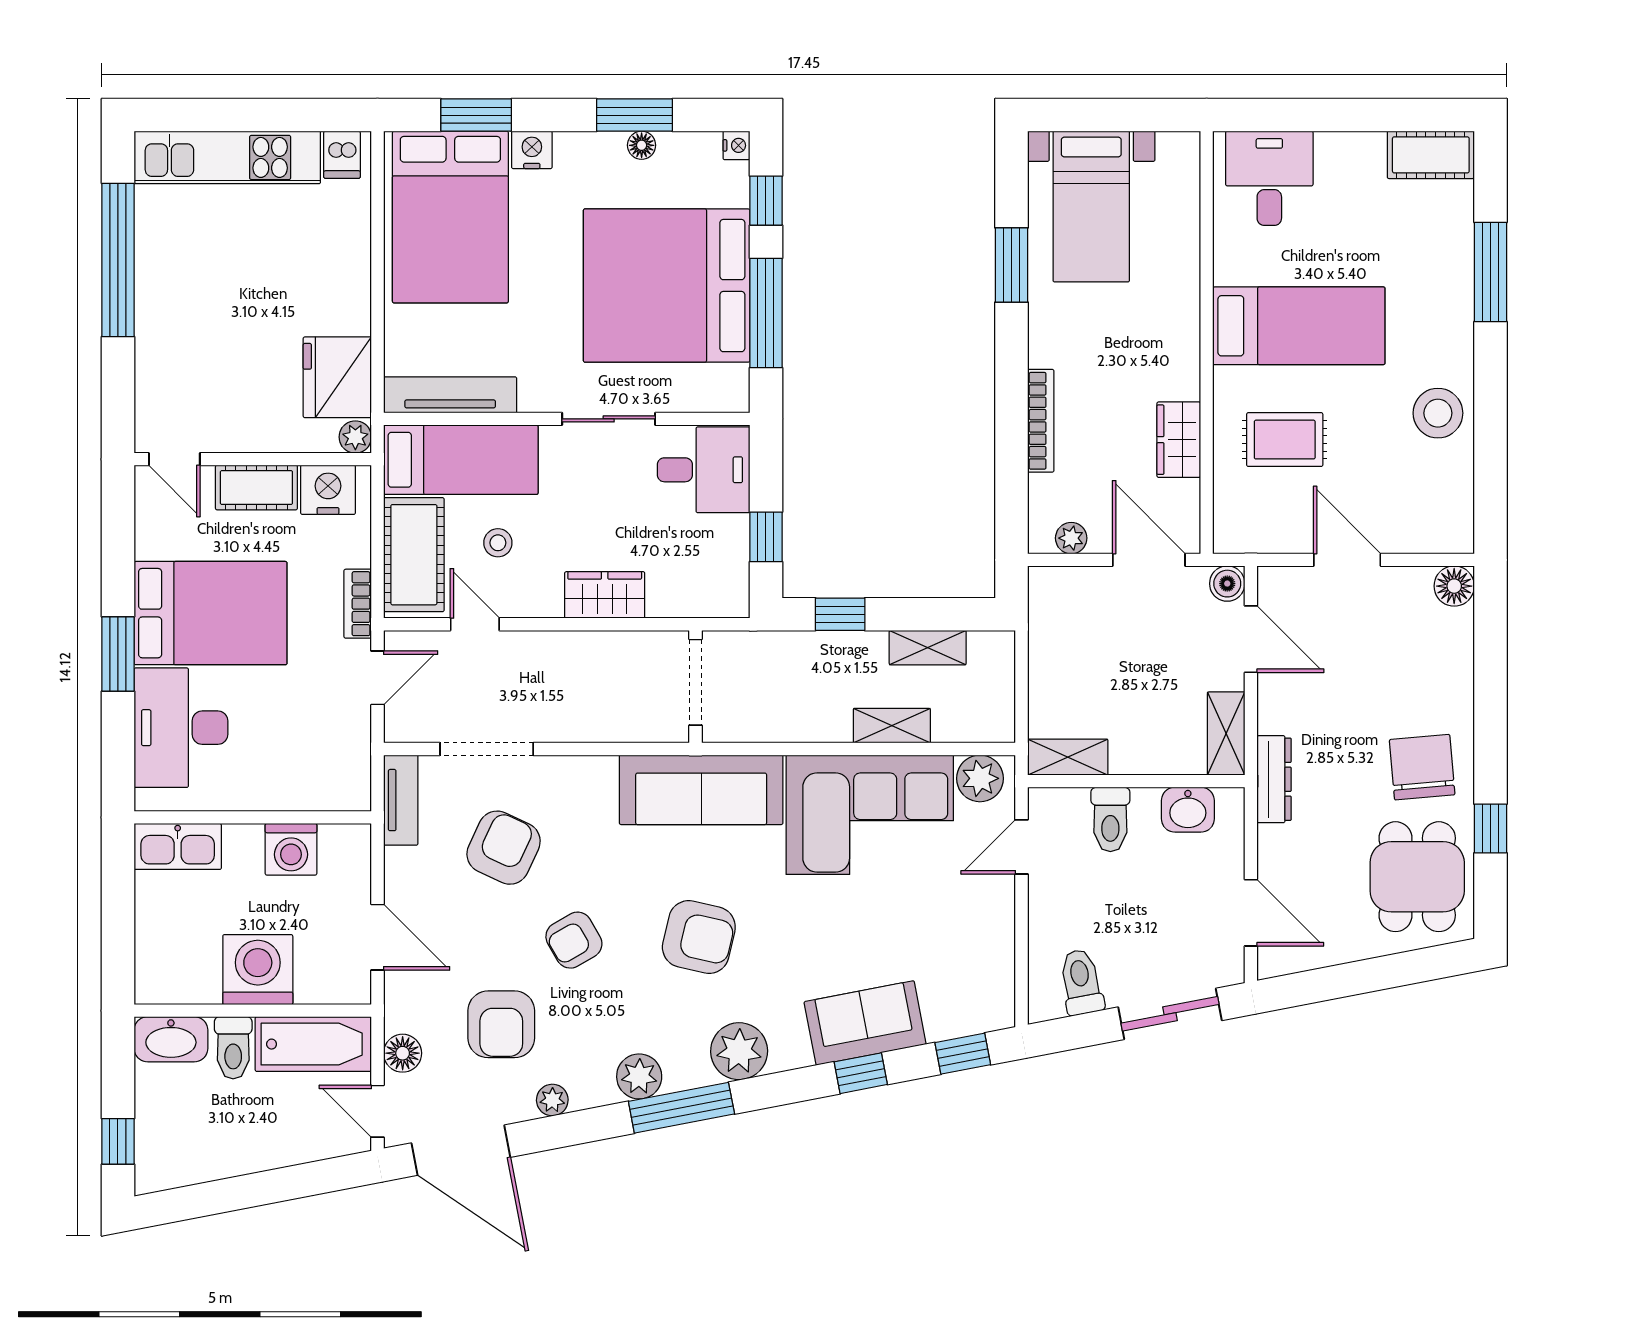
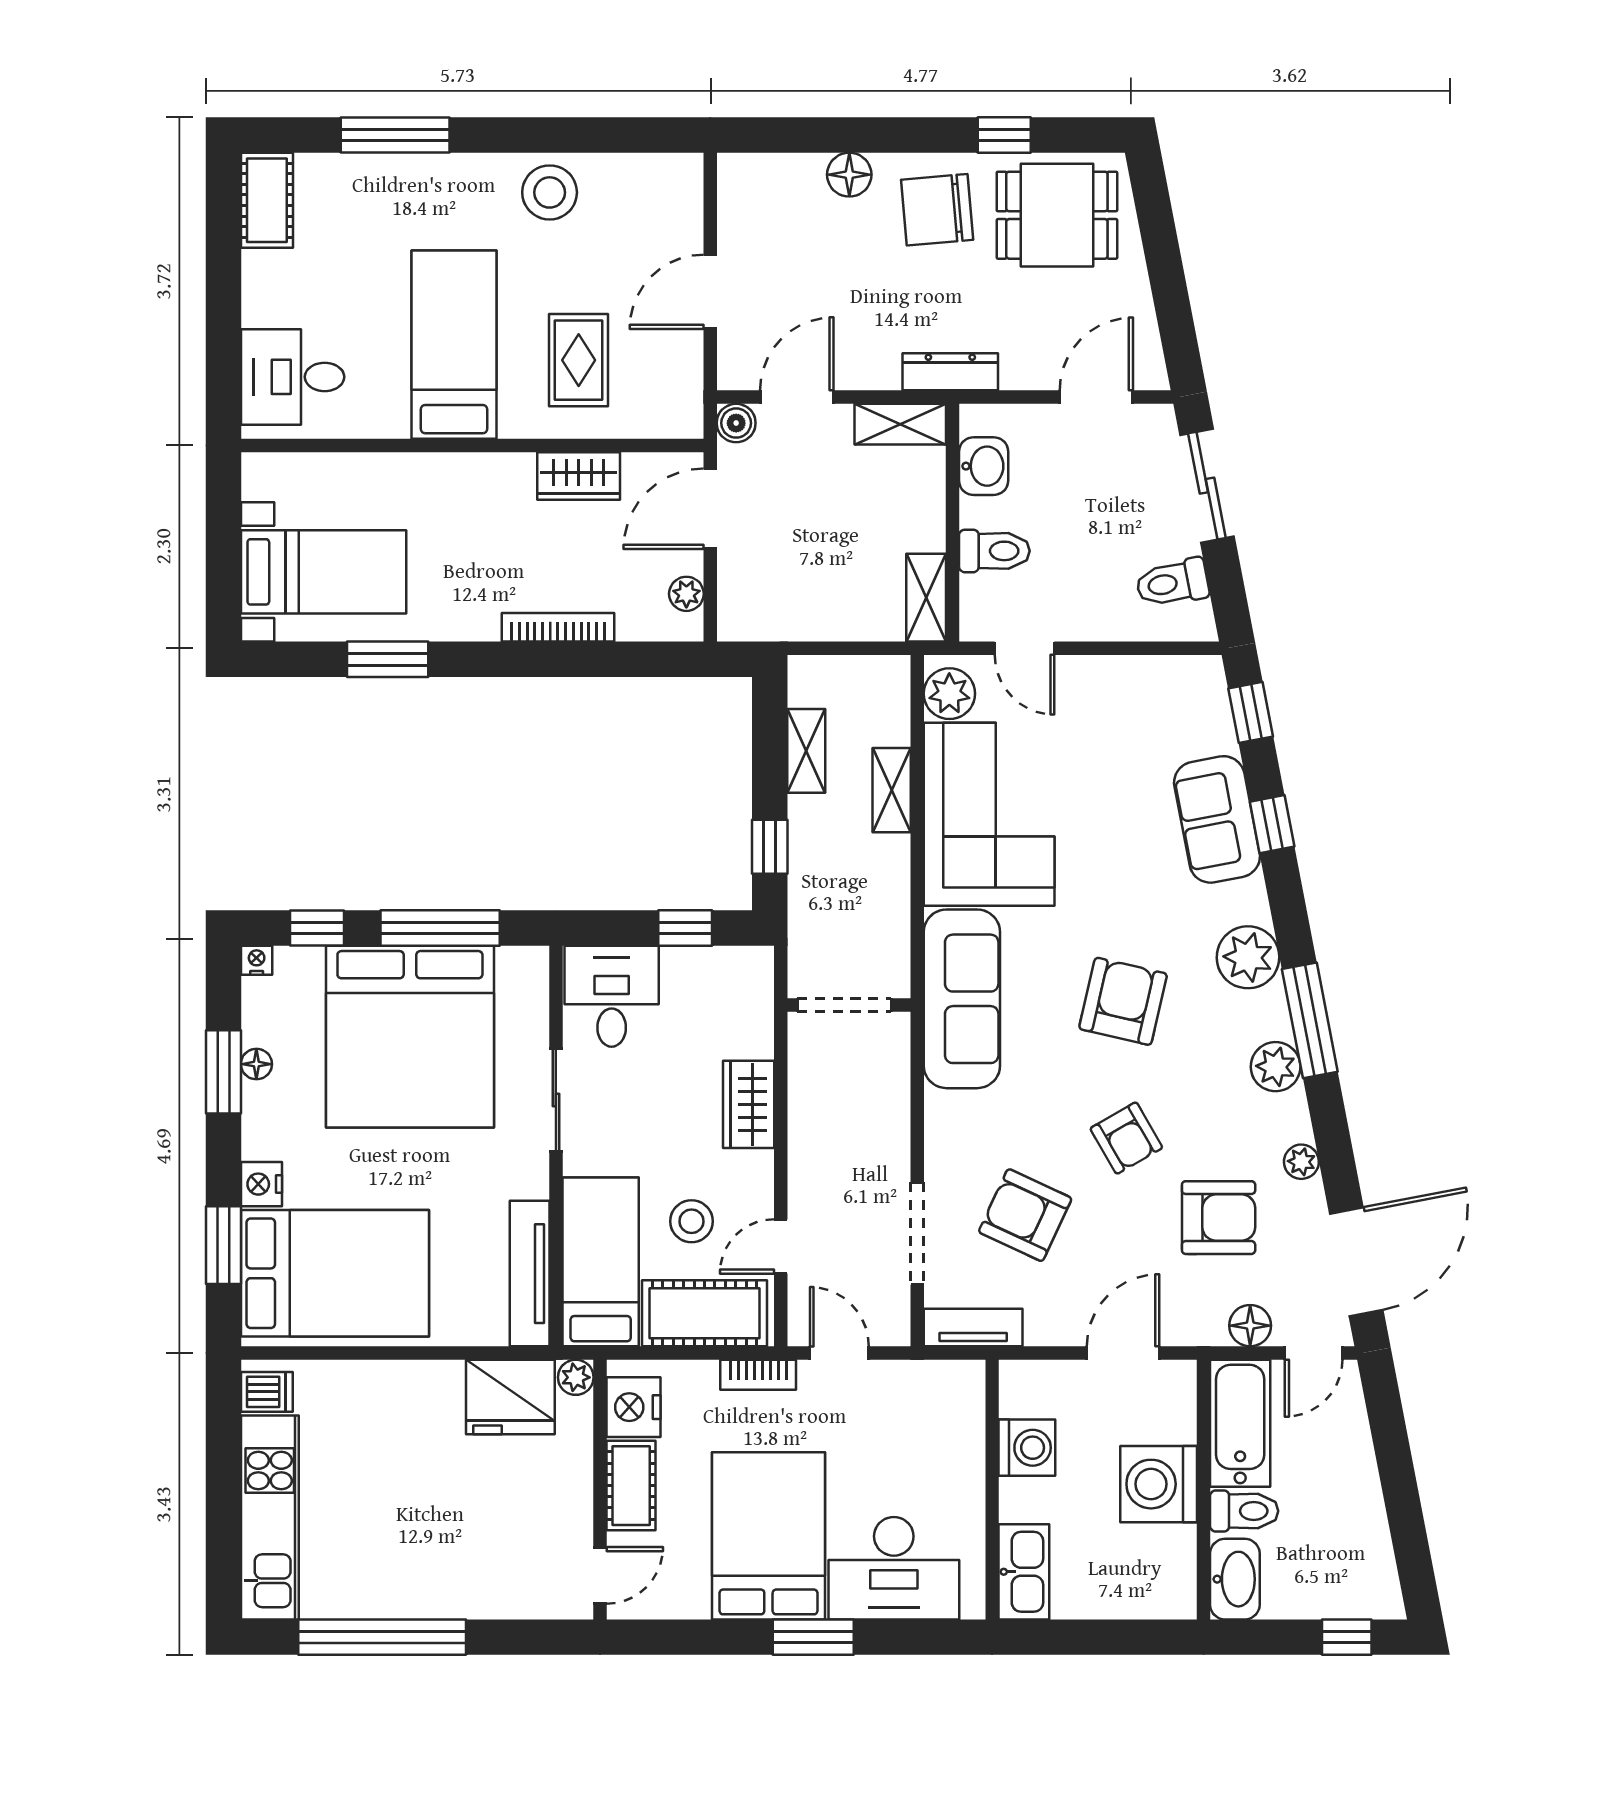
stool: (498, 543) -> (692, 1221), width x1.37, depth x1.37
floor lamp: (1454, 586) -> (849, 175), moved

